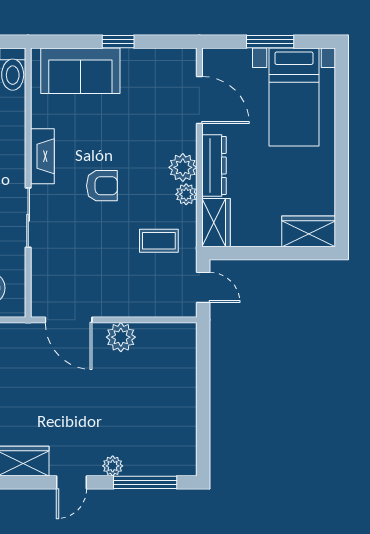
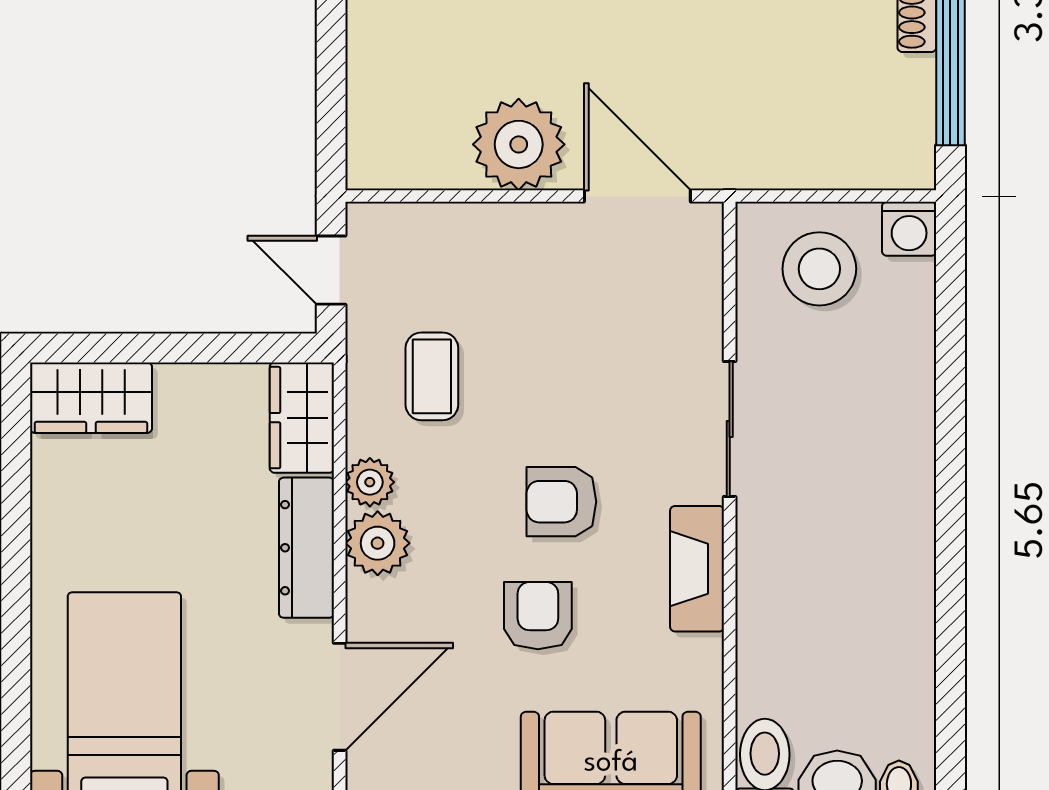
door: (199, 100) -> (340, 697), swing flipped
armchair: (112, 136) -> (538, 616), added
coffee table: (159, 241) -> (432, 376), turned 90
plant: (121, 337) -> (519, 144), width x1.36, depth x1.36

